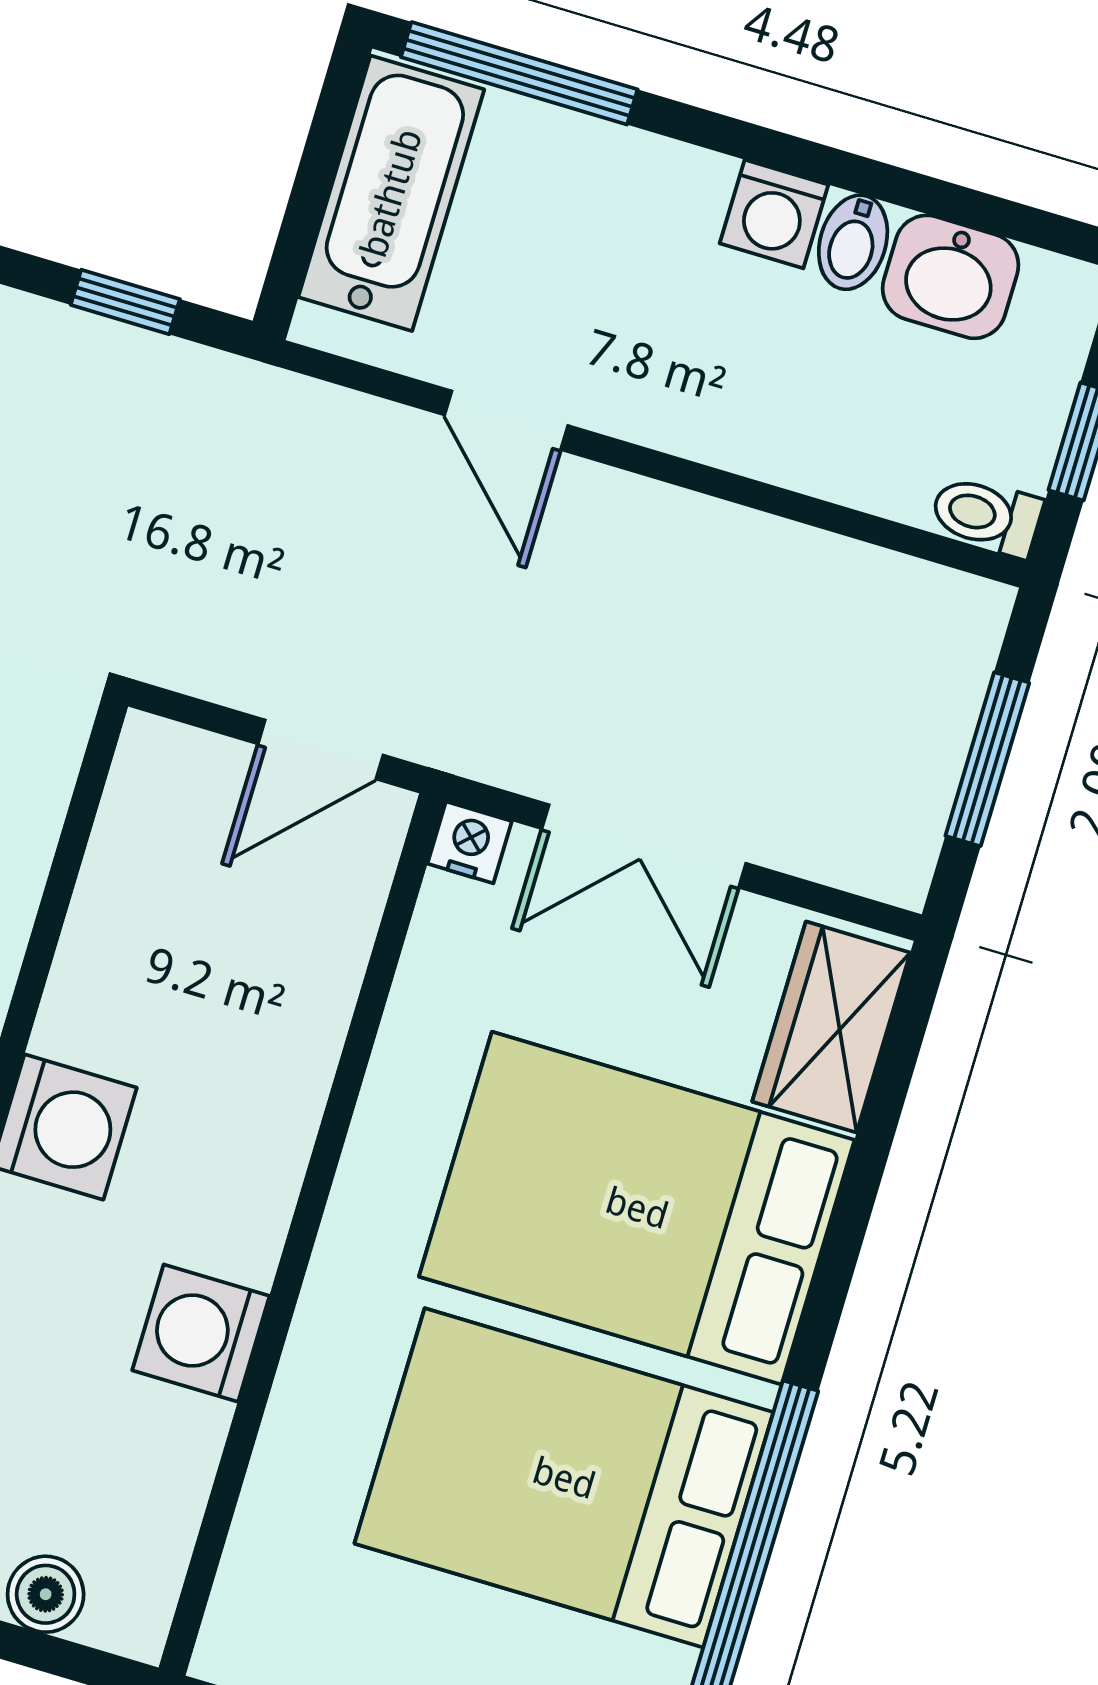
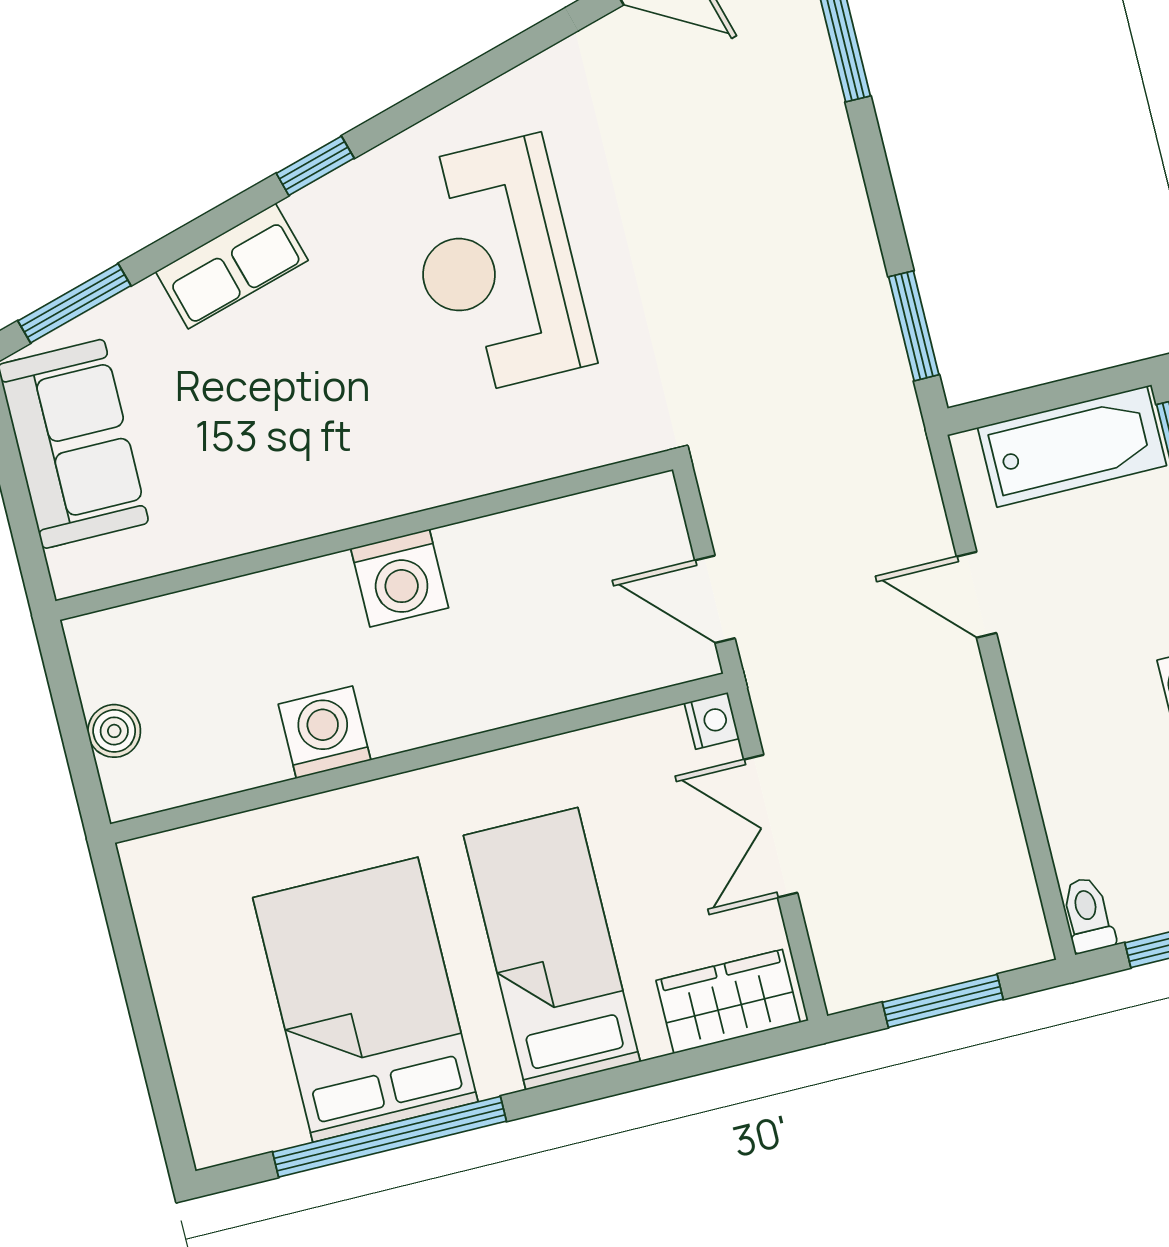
window: (125, 302) -> (914, 326), width x1.50
door: (506, 420) -> (977, 595), hinge flipped
bed: (637, 1208) -> (552, 949), width x0.67

